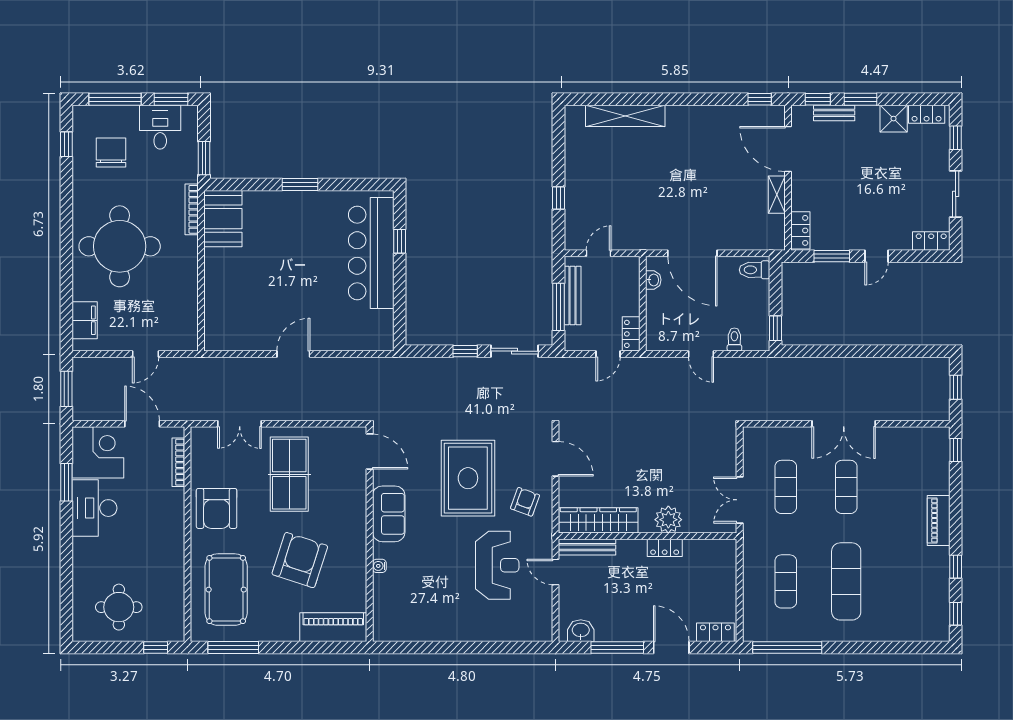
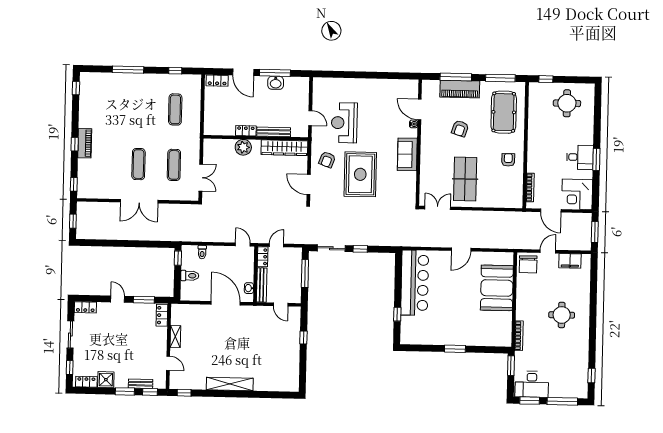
shelving: (625, 116) -> (230, 384), moved
desk: (160, 127) -> (532, 384), width x1.37
door: (788, 149) -> (168, 363), width x0.53
chair: (111, 153) -> (528, 264), moved
booth: (223, 219) -> (497, 288), moved, width x1.36, depth x1.42
round table: (120, 246) -> (562, 315), width x0.54, depth x0.54
bar counter: (371, 253) -> (415, 283), moved
door: (599, 253) -> (281, 304), hinge flipped
door: (876, 256) -> (118, 299), hinge flipped
toilet: (755, 270) -> (190, 276), moved
bench: (573, 295) -> (262, 285), moved
filing cabinet: (85, 320) -> (570, 261), moved, turned -90
door: (701, 354) -> (243, 244), moved
double door: (240, 424) -> (438, 208), moved
double door: (844, 424) -> (139, 201), swing flipped
door: (370, 452) -> (420, 109), moved
window: (66, 482) -> (596, 159), moved
double door: (740, 500) -> (201, 178), moved
desk: (95, 508) -> (580, 157), width x0.73
armchair: (217, 508) -> (508, 160), width x0.53, depth x0.53
bench: (587, 547) -> (274, 132), moved
armchair: (300, 560) -> (460, 128), width x0.53, depth x0.53
window: (956, 567) -> (75, 144), moved
exercise mat: (846, 581) -> (140, 109), removed
piano: (333, 627) -> (460, 89), moved
washbasin: (581, 631) -> (276, 83), moved
window: (309, 648) -> (456, 77), added
window: (787, 648) -> (175, 71), width x0.32
window: (868, 648) -> (128, 70), added

